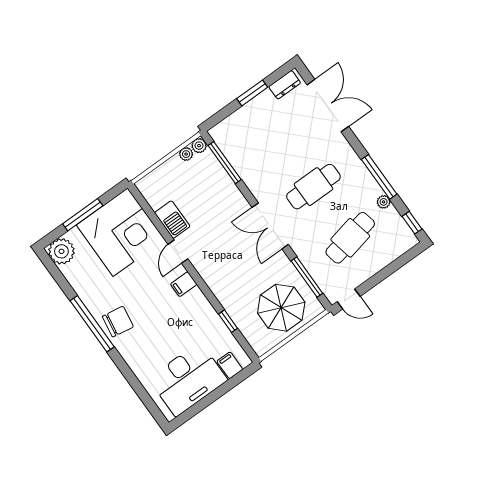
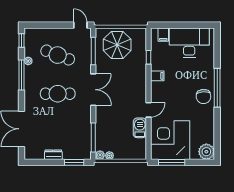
dresser: (285, 85) -> (53, 155), moved
window: (252, 93) -> (74, 162), moved
window: (83, 215) -> (172, 162), moved
cafe table: (350, 238) -> (58, 55), turned 33
filing cabinet: (184, 284) -> (157, 76), moved
chair: (118, 322) -> (203, 96), turned -103
window: (92, 324) -> (217, 88), moved

